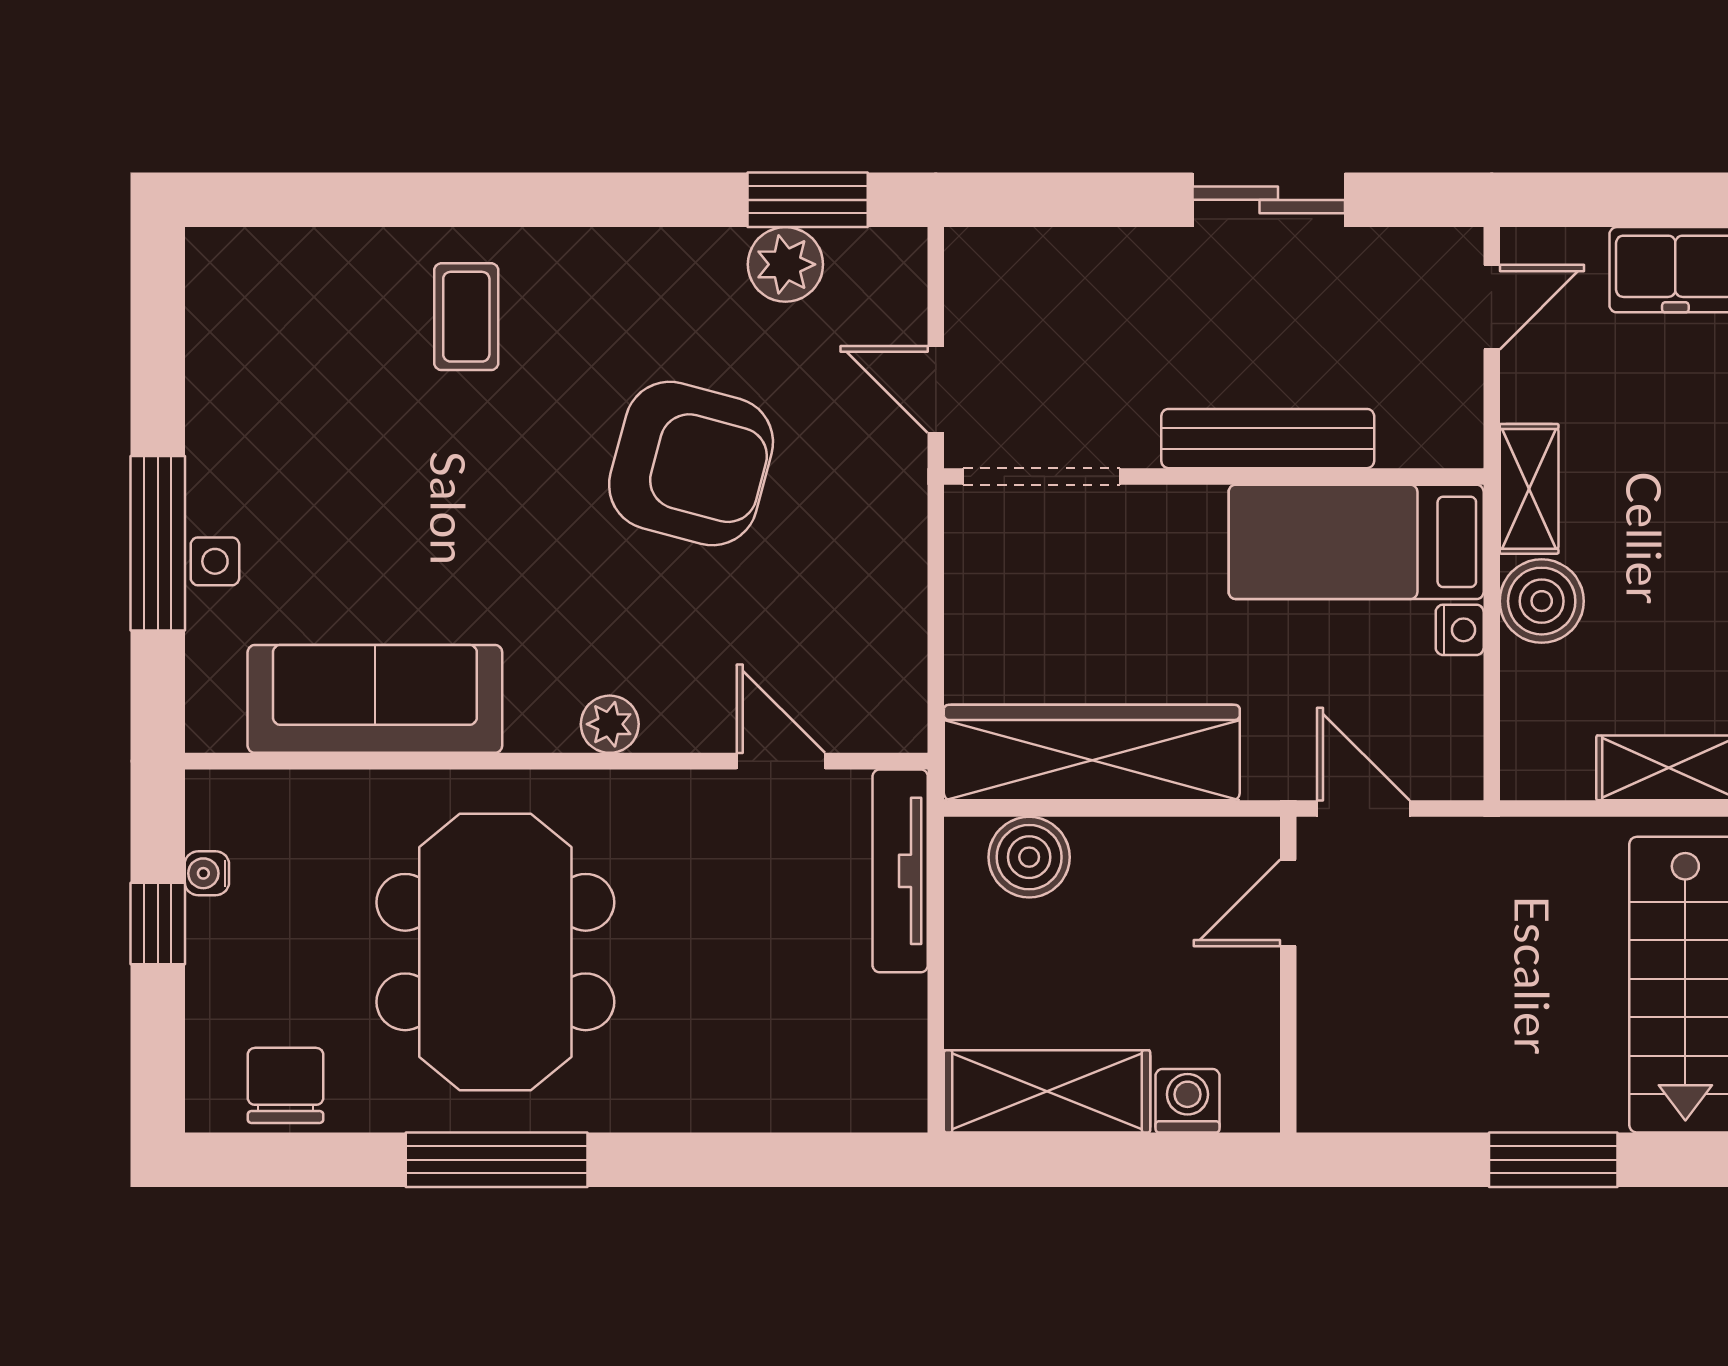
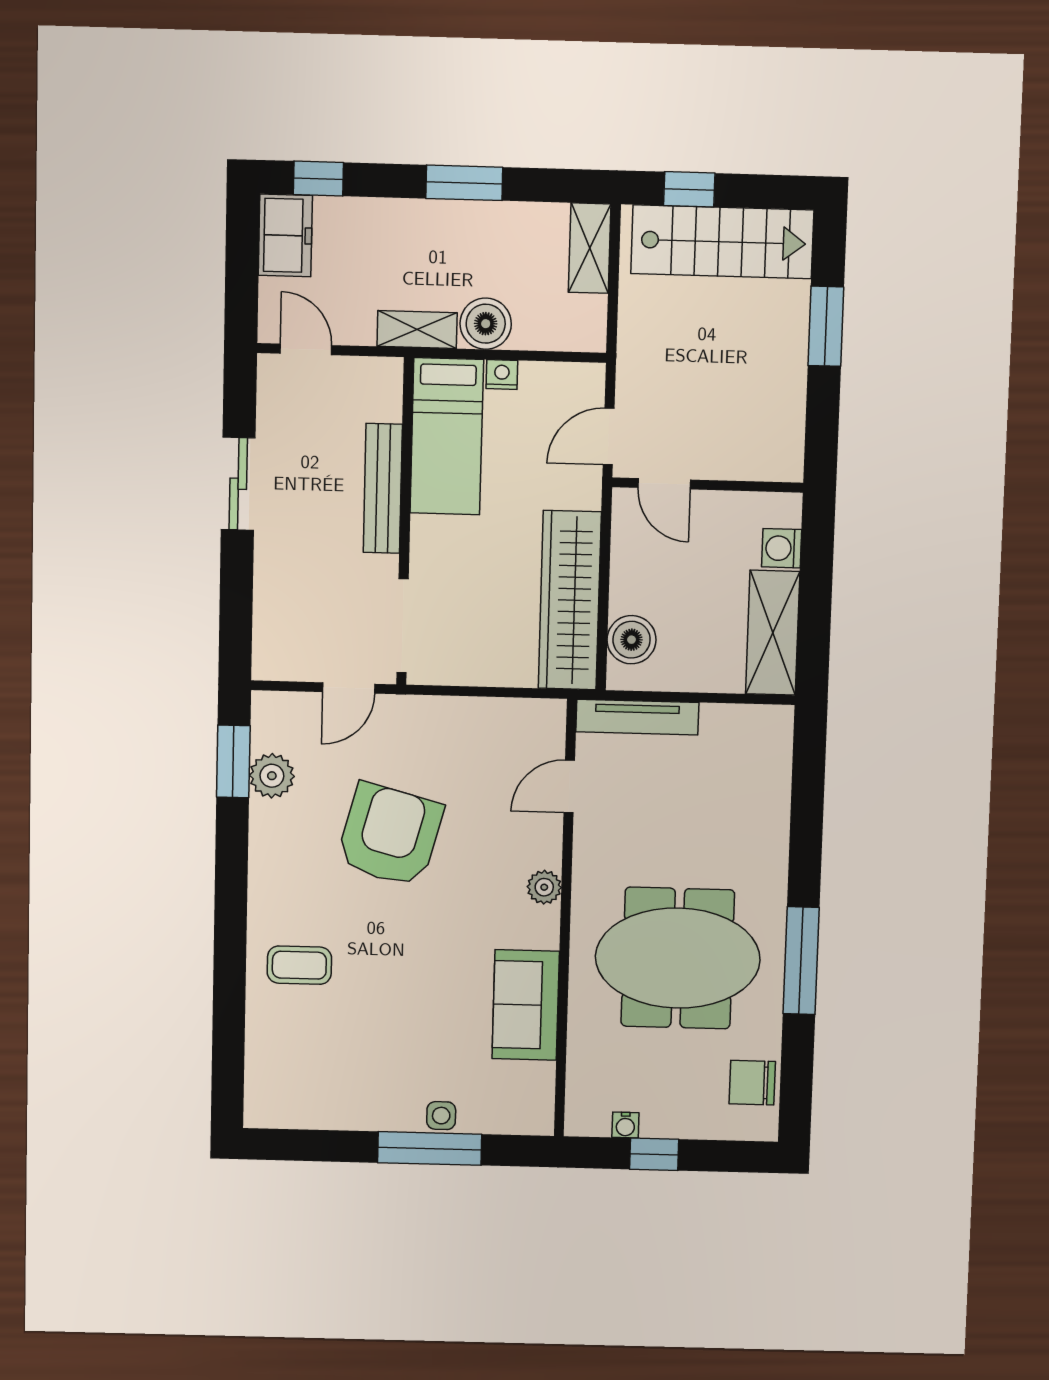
sofa: (375, 699) -> (526, 1005), width x0.73

